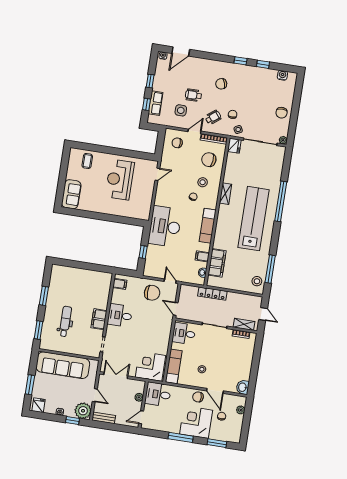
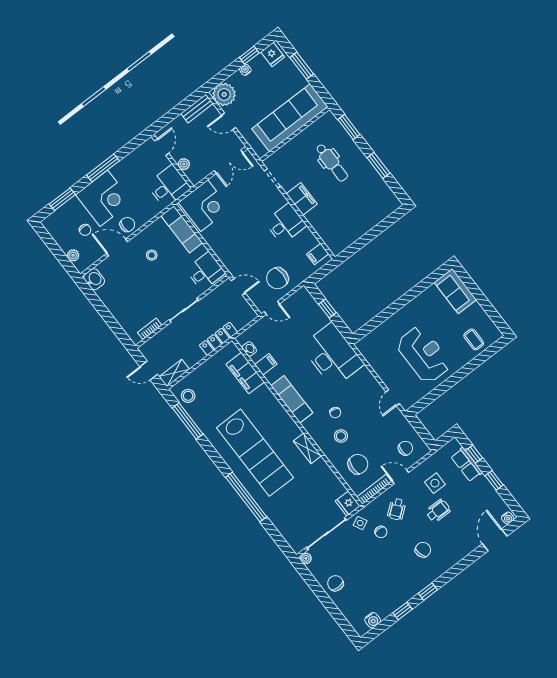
door: (194, 131) -> (400, 477), swing flipped
shelving: (244, 324) -> (174, 373), moved
window: (72, 420) -> (249, 55), moved

